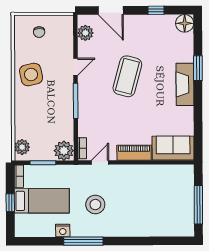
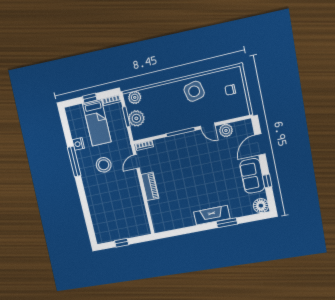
plant: (85, 33) -> (226, 130), moved
coffee table: (127, 76) -> (209, 169), removed
sofa: (173, 148) -> (252, 176), moved, turned 180
plant: (64, 151) -> (136, 118), moved
door: (100, 163) -> (136, 162), swing flipped
window: (198, 205) -> (122, 243), width x0.46

